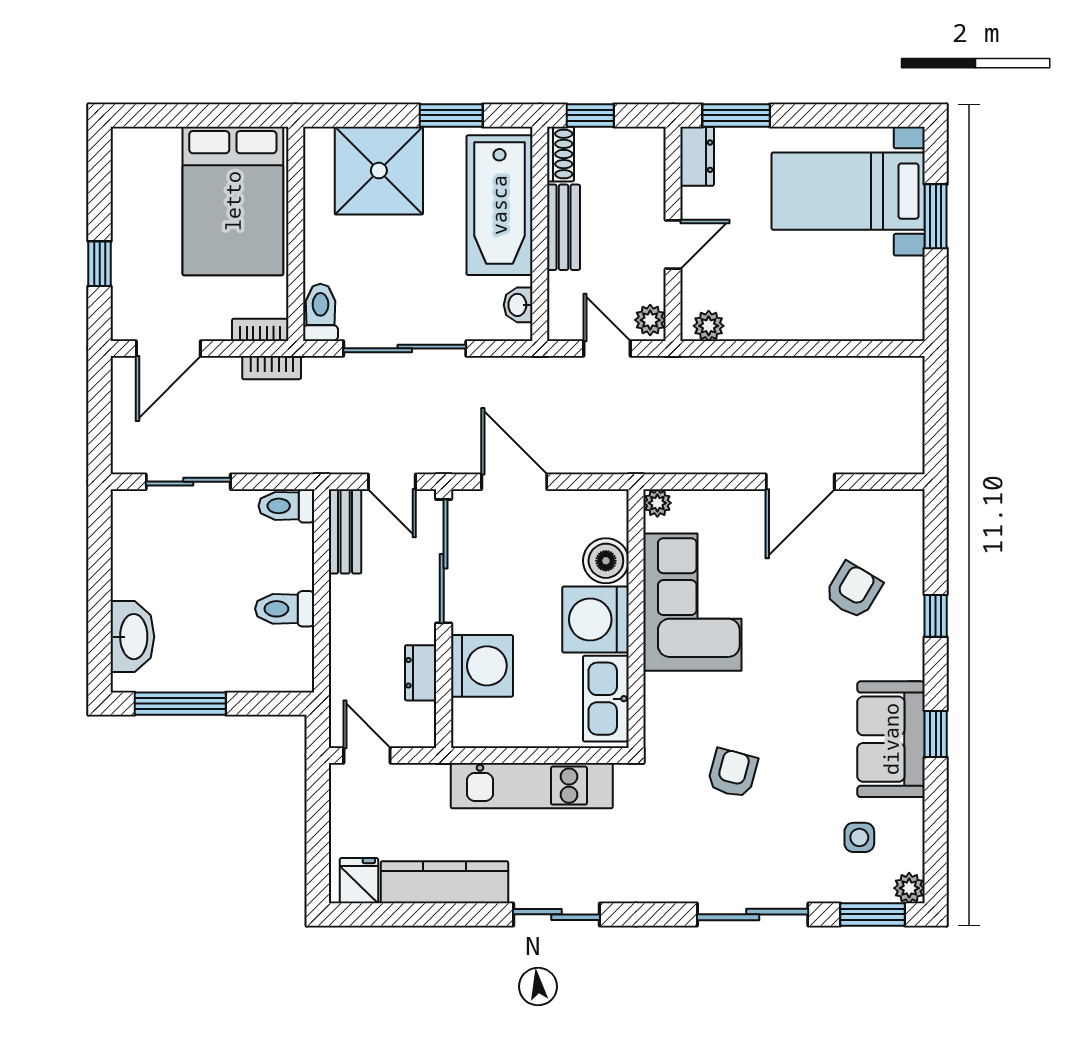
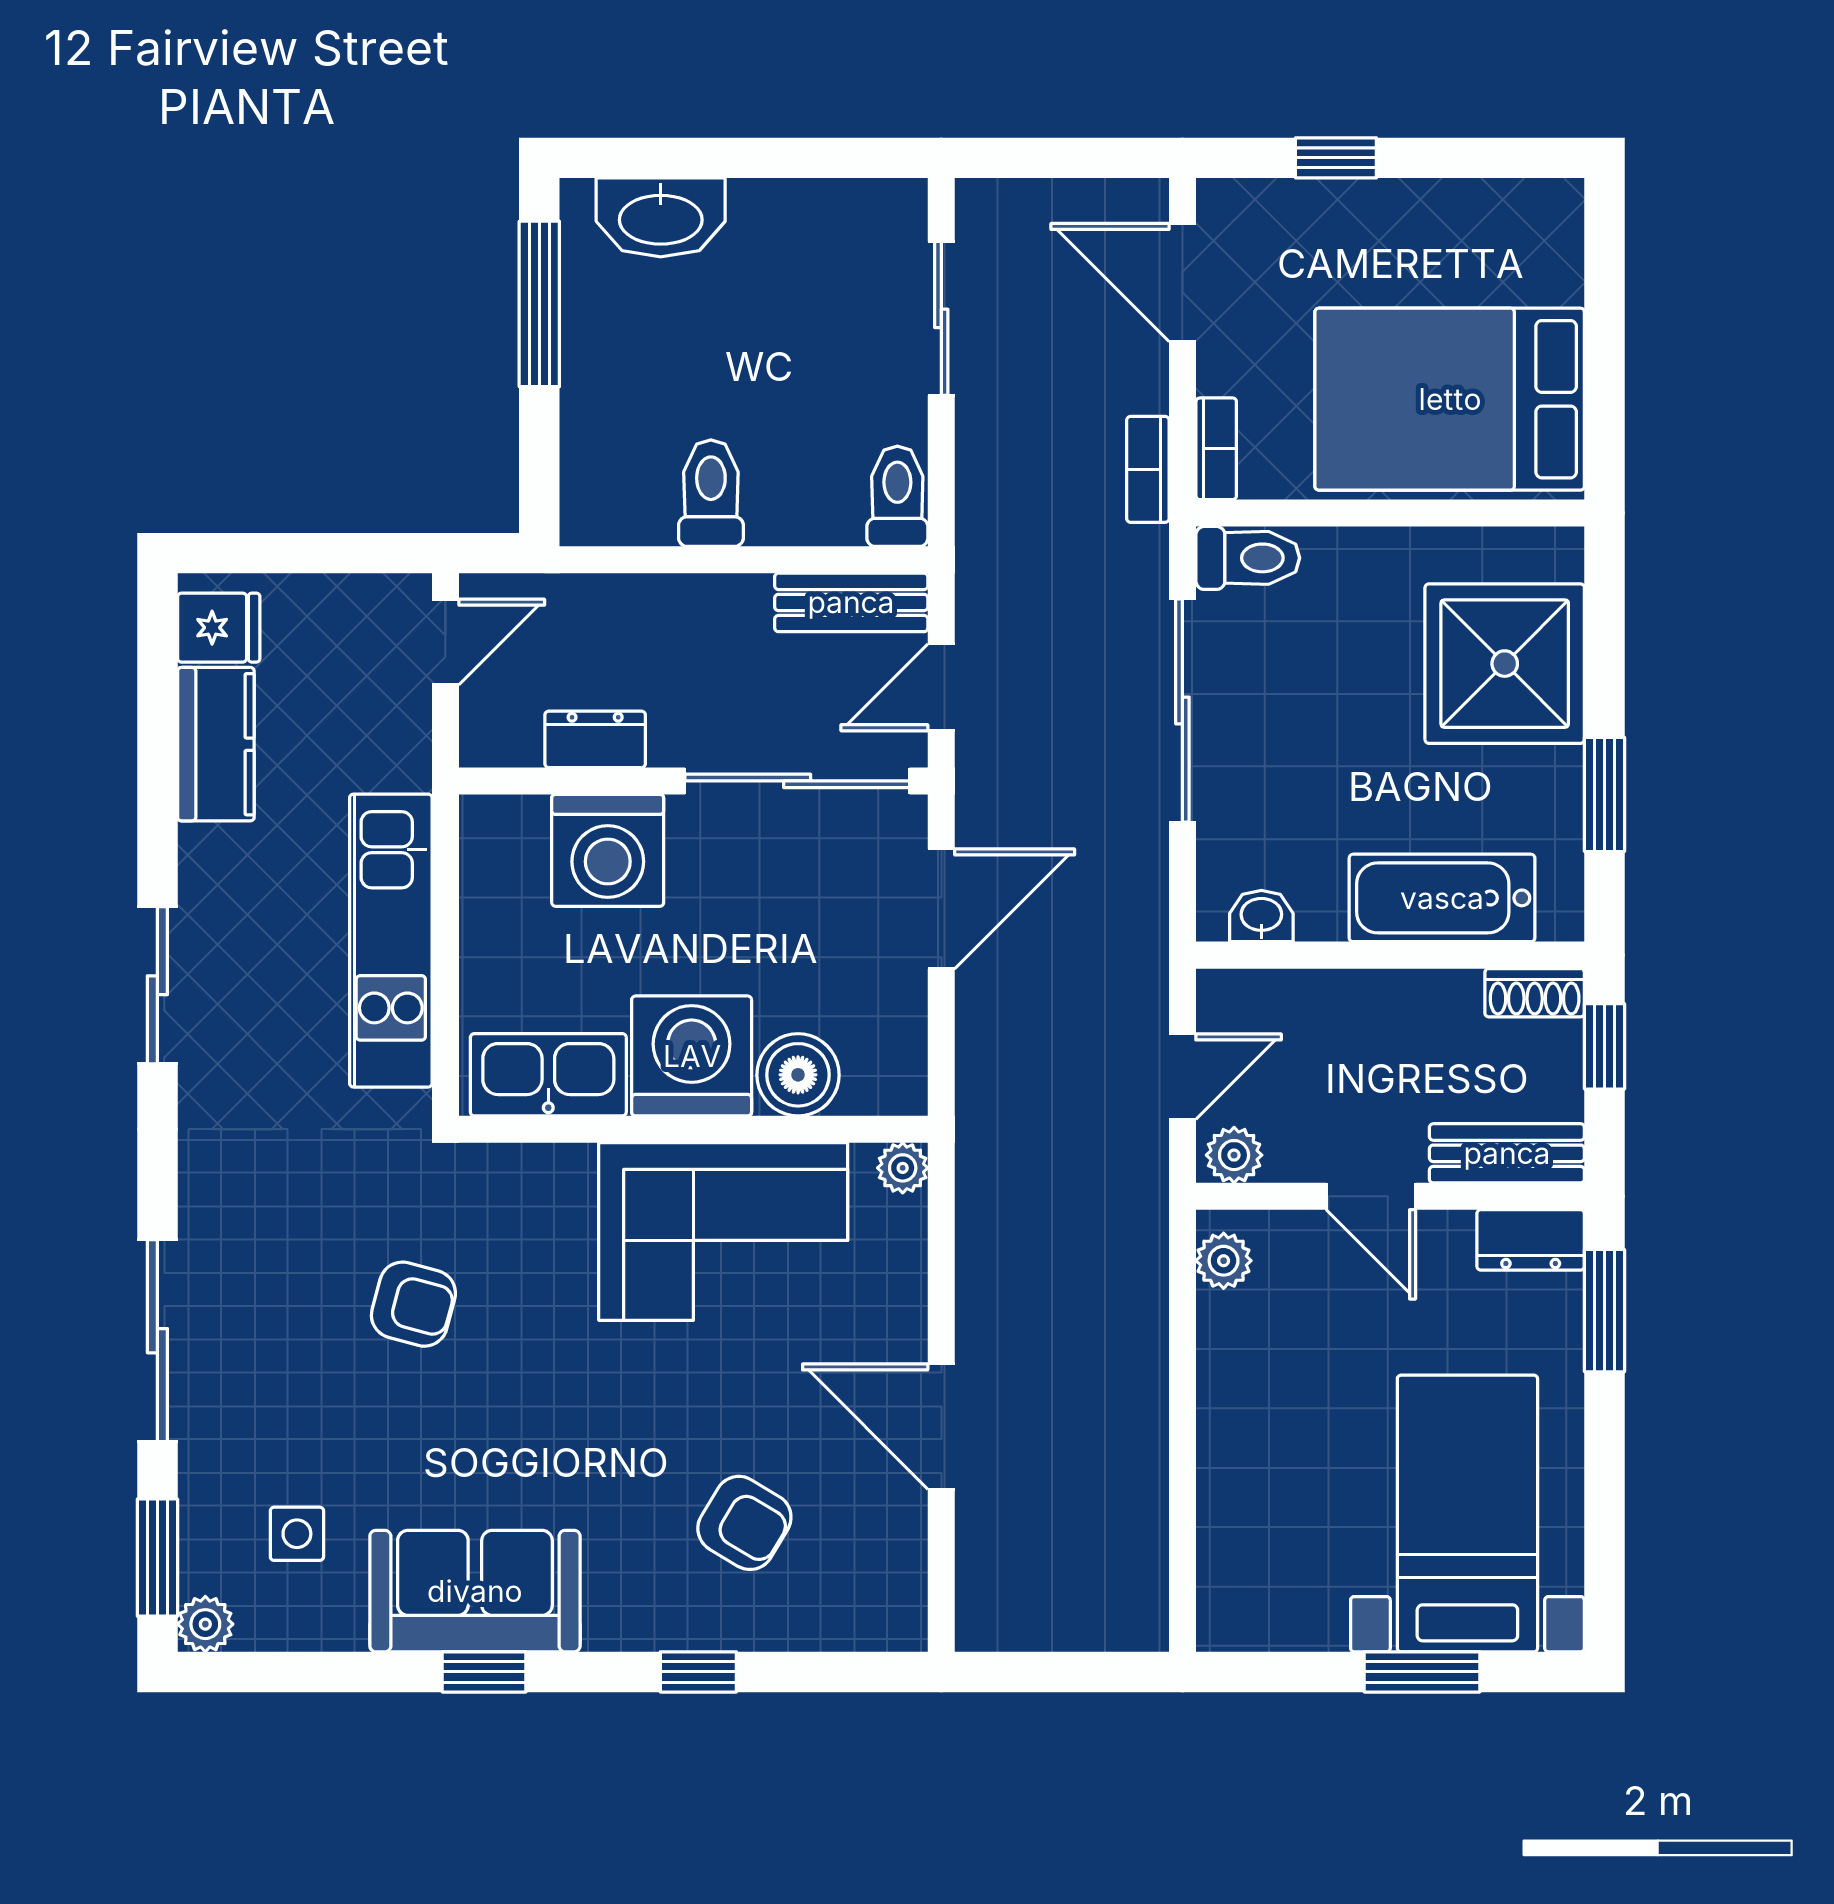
bathtub: (499, 205) -> (1442, 898), width x0.73, depth x0.73
bench: (564, 227) -> (1507, 1153), moved
kitchen counter: (445, 882) -> (216, 744), width x0.67

